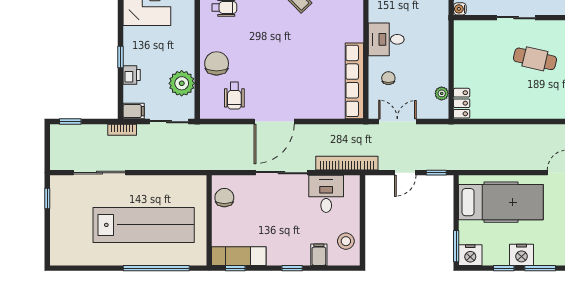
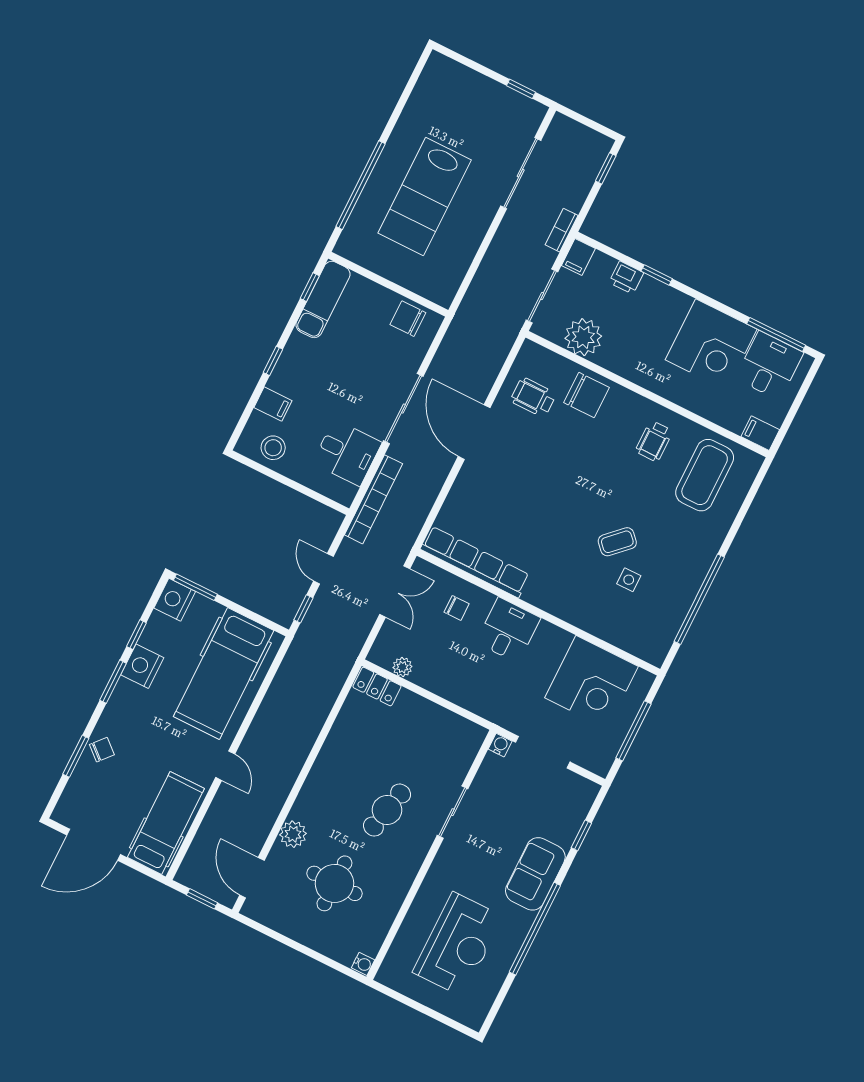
chair: (224, 198) -> (408, 319), turned 180
lab bench: (144, 225) -> (425, 197), width x0.73

